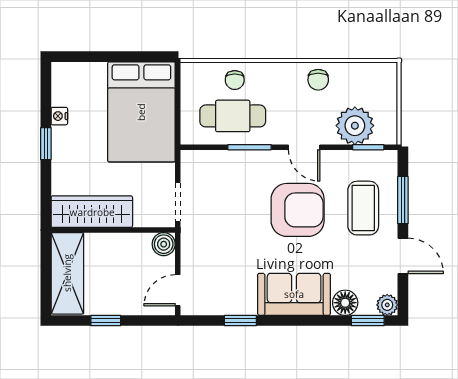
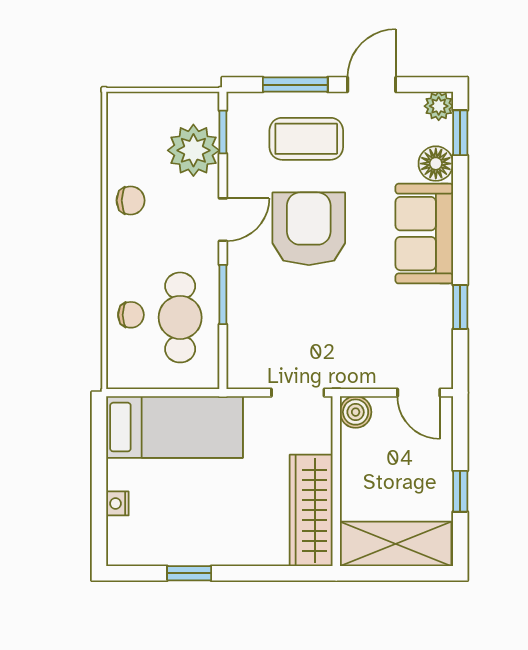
bed: (141, 112) -> (174, 427), width x0.67
nightstand: (59, 116) -> (117, 503), moved, turned 90
window: (46, 144) -> (189, 573), moved

